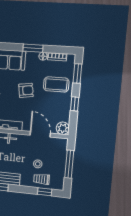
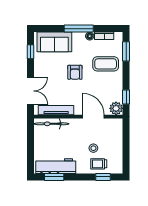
window: (33, 48) -> (79, 29), width x1.44
armchair: (26, 90) -> (75, 72), turned 99
window: (75, 104) -> (126, 97), moved
window: (69, 164) -> (126, 145), removed

